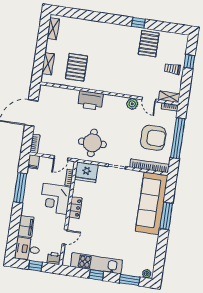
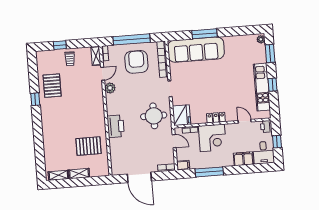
pallet: (149, 44) -> (52, 86), turned 90
shelving: (48, 64) -> (79, 174), moved

